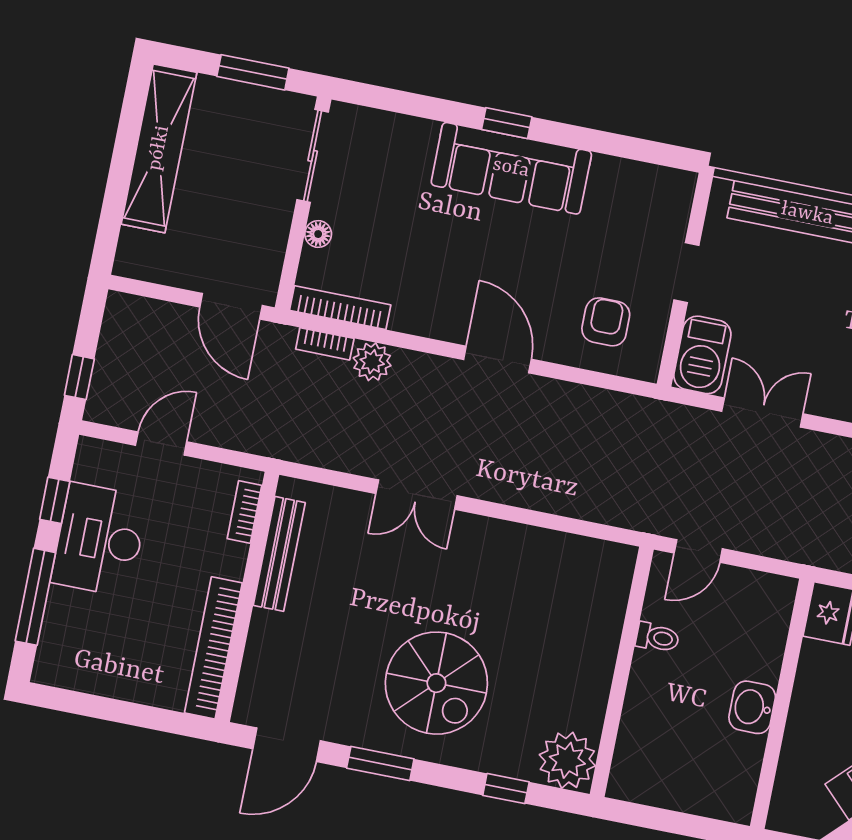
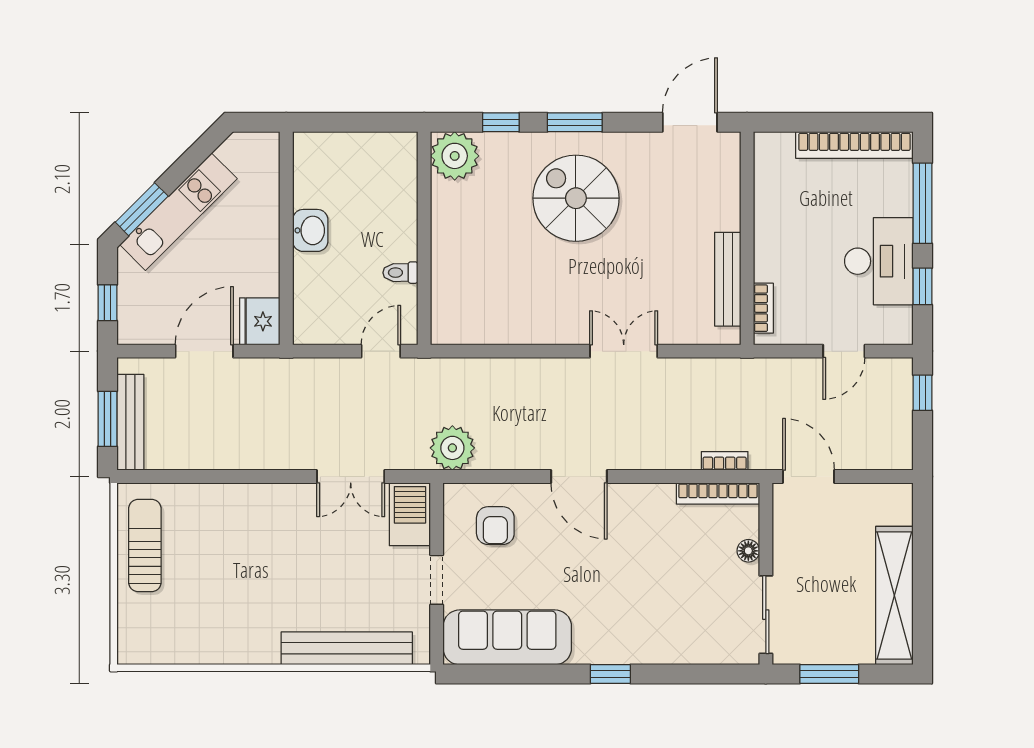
sofa: (511, 168) -> (507, 637), moved
plant: (372, 362) -> (452, 448), moved, width x1.36, depth x1.36
bookcase: (213, 648) -> (854, 145), moved, turned 90
window: (380, 763) -> (575, 122), moved

